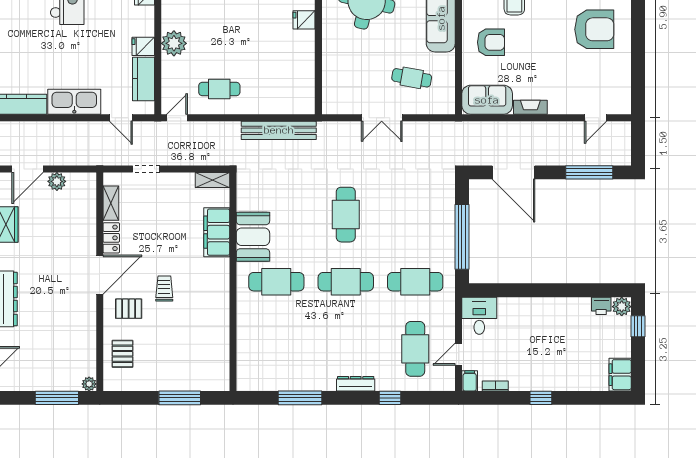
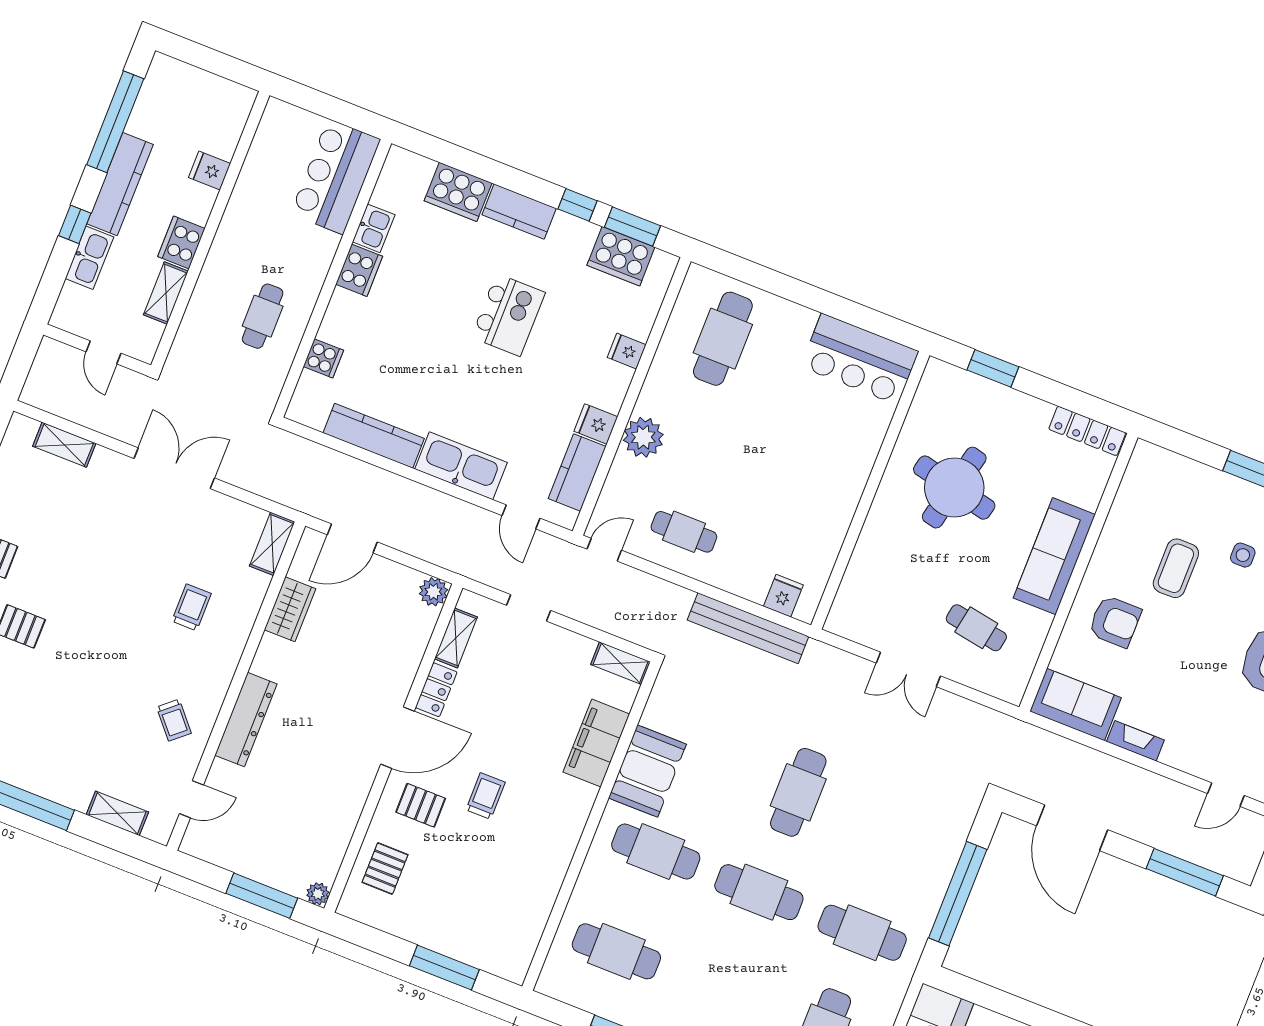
fridge: (304, 20) -> (783, 596), moved, turned 90
plant: (57, 181) -> (433, 592), moved
cafe table: (276, 349) -> (616, 951), added

